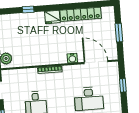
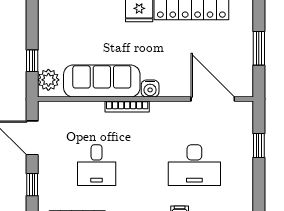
sofa: (35, 57) -> (102, 81), added
water cooler: (72, 58) -> (150, 89), moved

